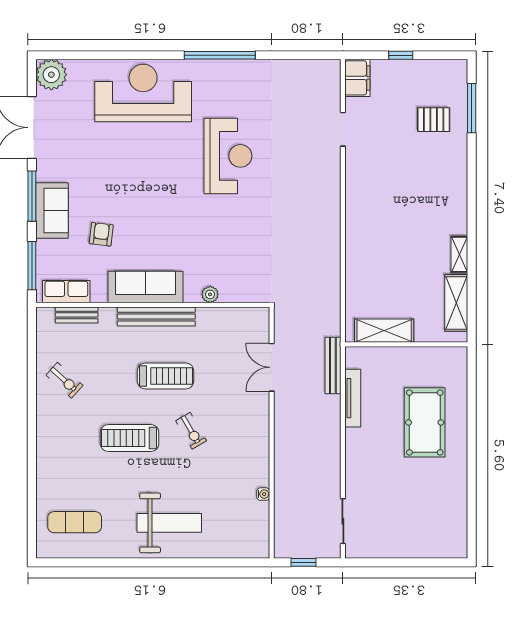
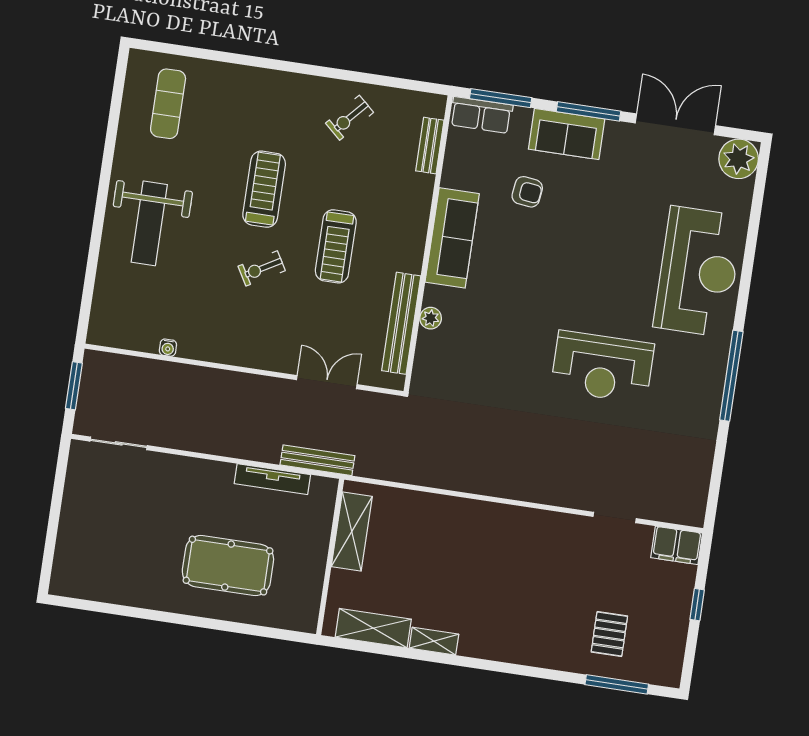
row of seats: (66, 292) -> (481, 115), moved, turned 90
bench: (156, 317) -> (401, 323), moved
window: (304, 562) -> (74, 386), width x1.50

